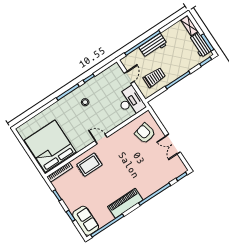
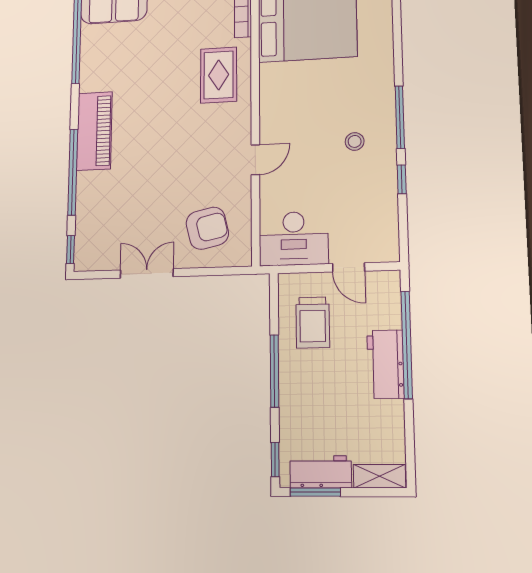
door: (101, 139) -> (255, 160), moved
piano: (125, 203) -> (94, 131), moved

